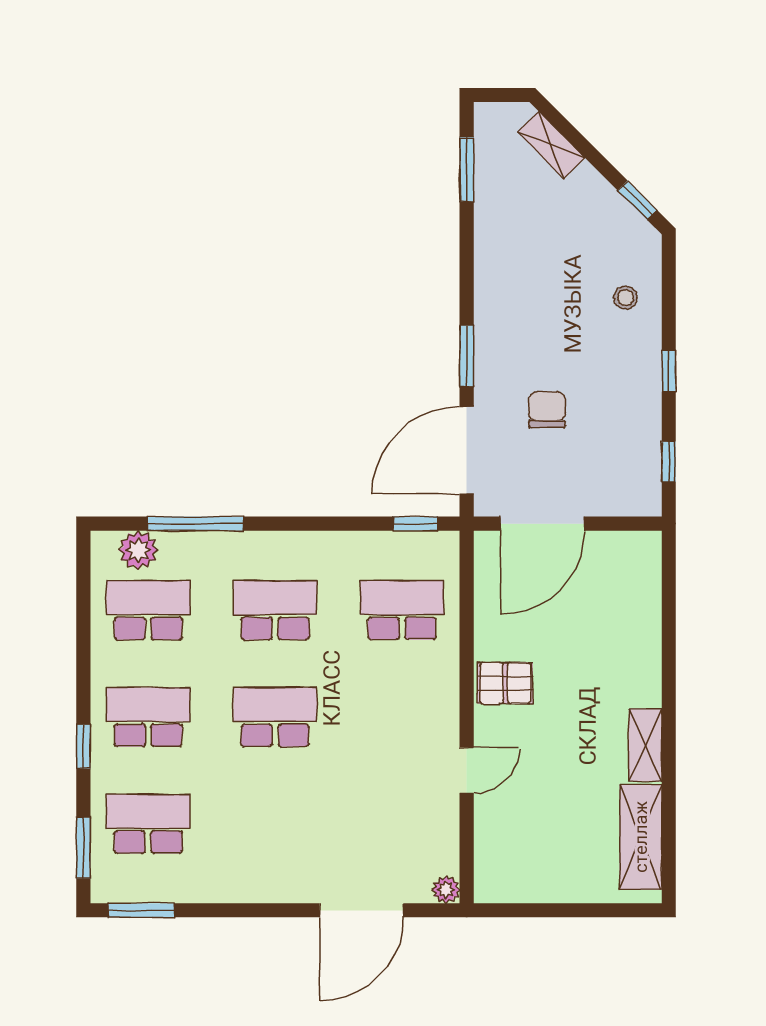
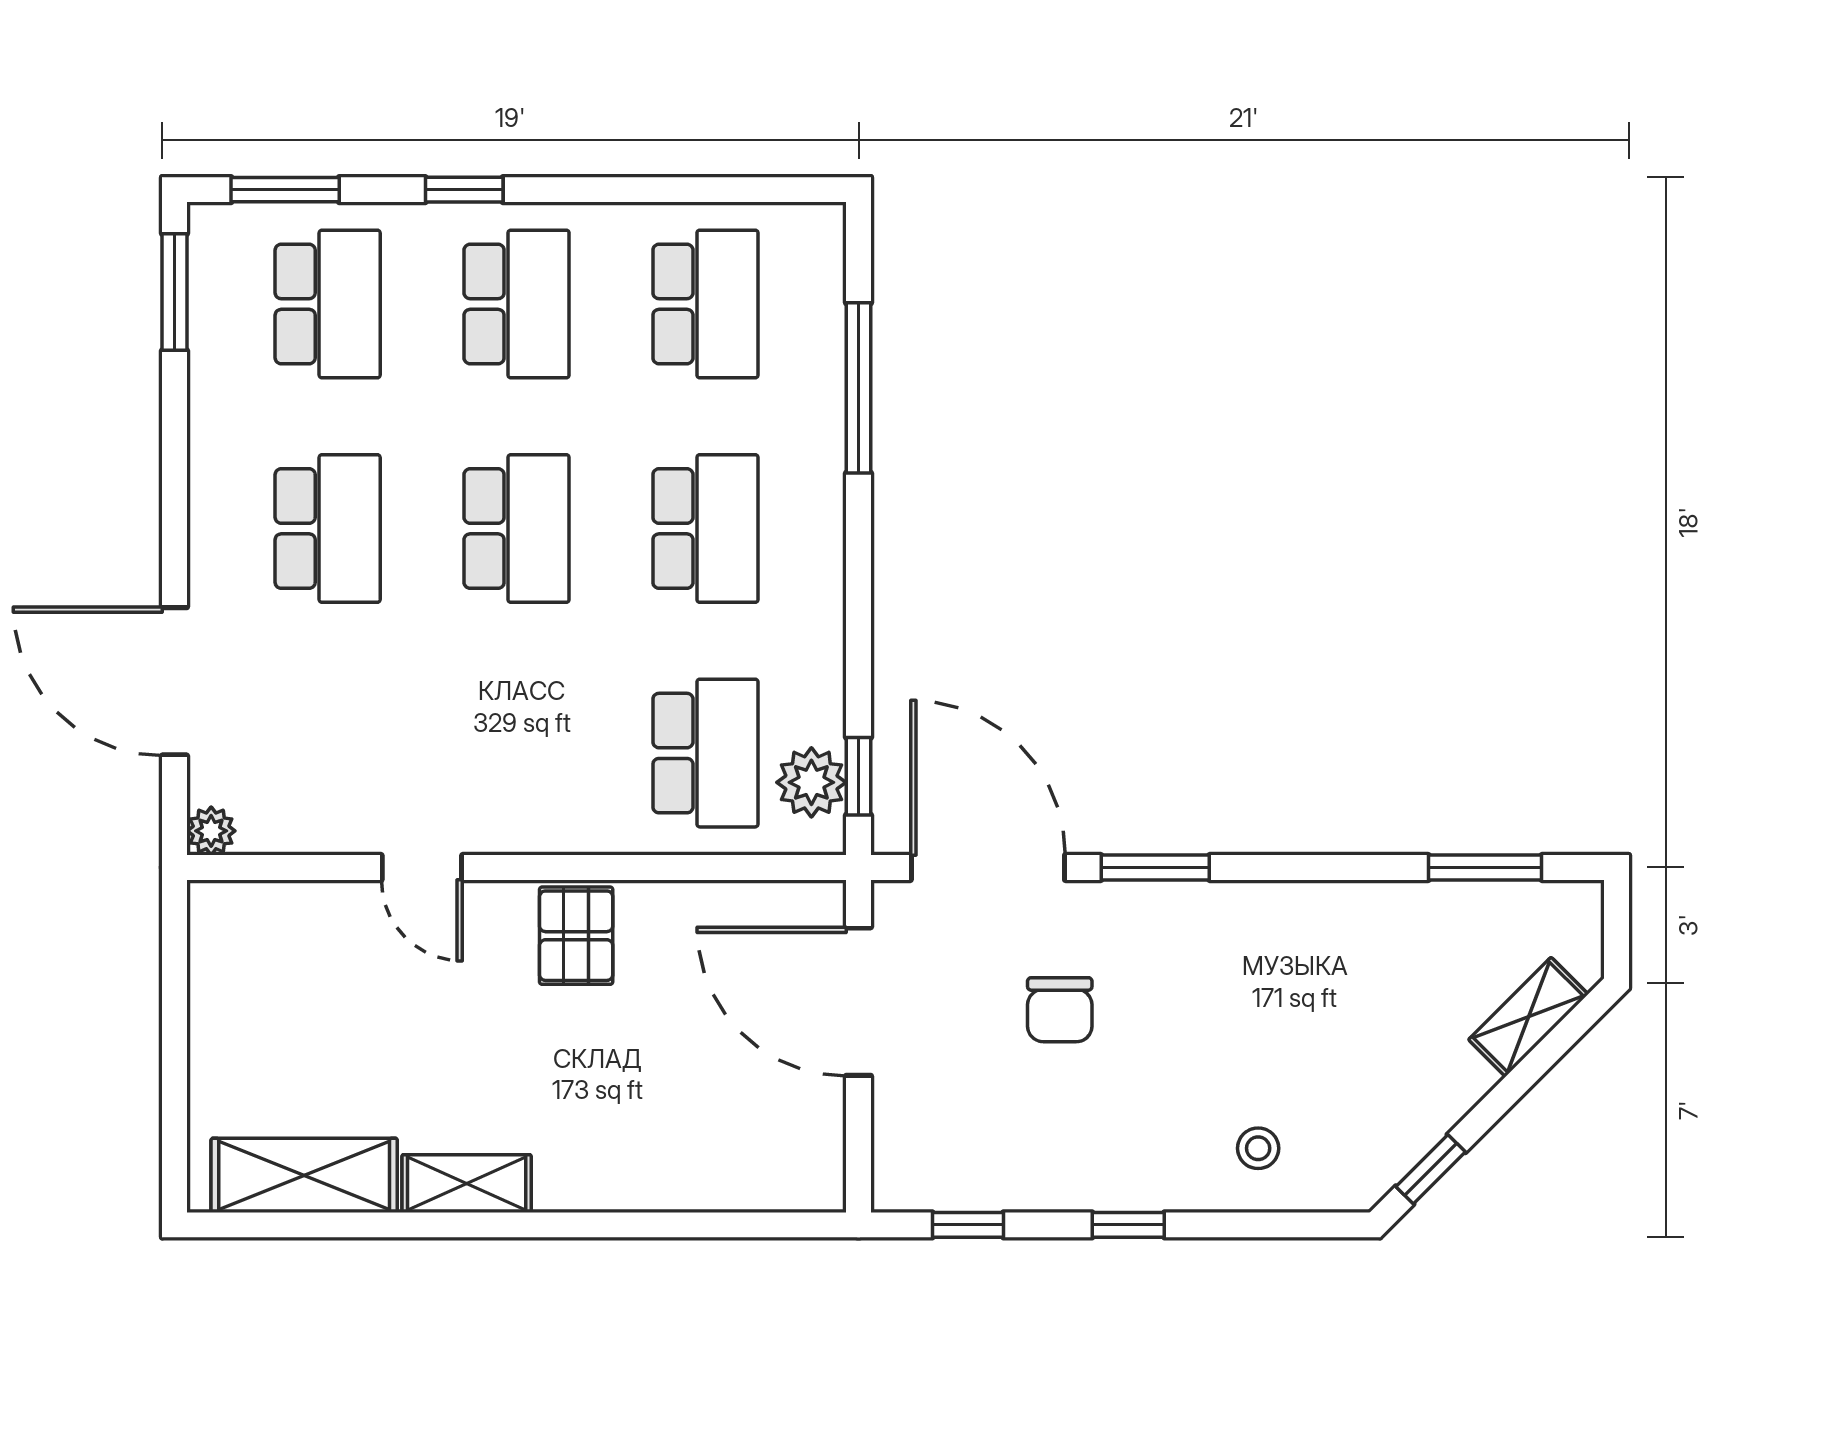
chair: (547, 410) -> (1060, 1010), turned 90
plant: (138, 550) -> (811, 782), moved
school desk: (275, 824) -> (328, 529), added

